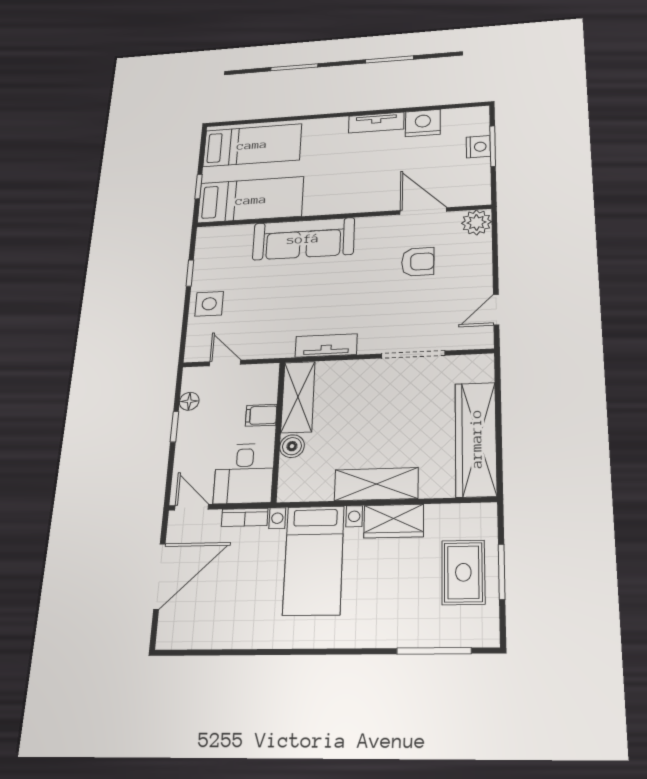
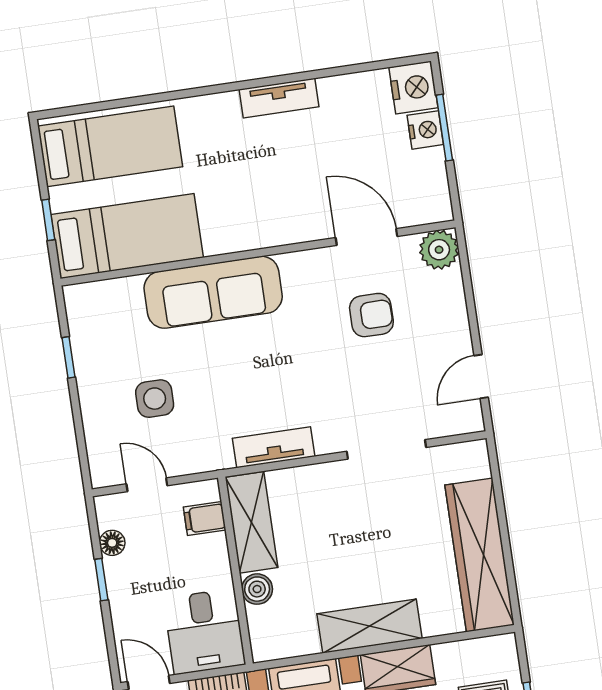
nightstand: (423, 123) -> (413, 87), moved, turned 90
side table: (209, 304) -> (155, 399), moved
filing cabinet: (261, 415) -> (205, 519), moved

